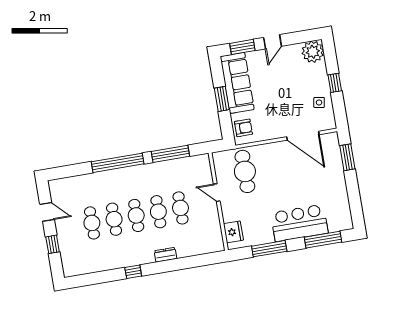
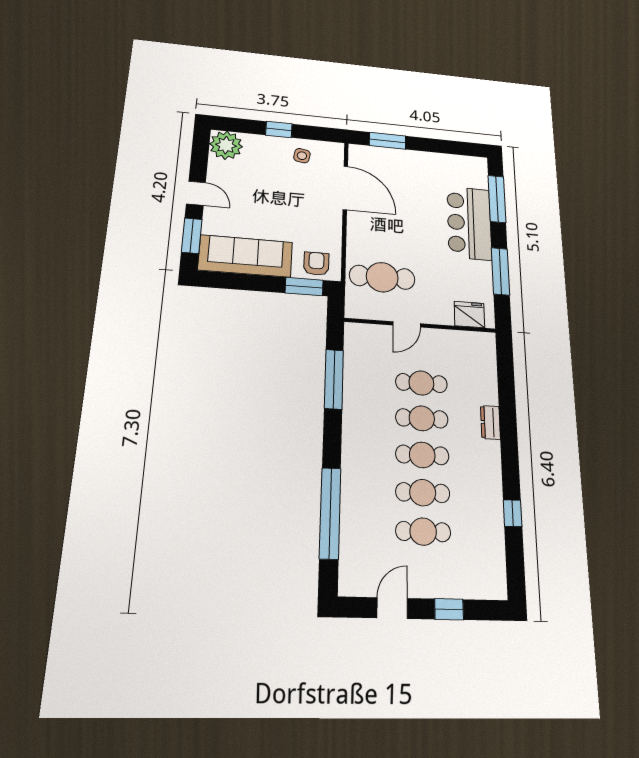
window: (222, 99) -> (304, 287), moved
door: (303, 136) -> (345, 188), hinge flipped
window: (118, 163) -> (330, 513), moved
window: (133, 272) -> (513, 513), moved

